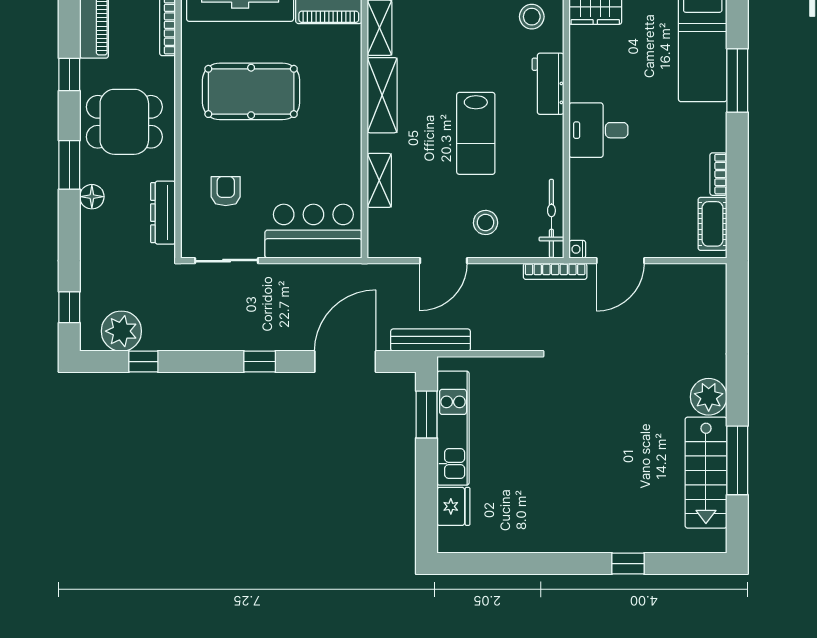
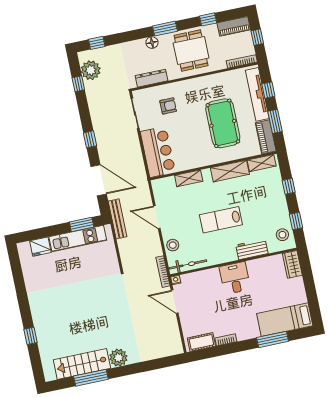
pool table: (251, 91) -> (223, 123), moved
stool: (486, 222) -> (173, 245), moved

